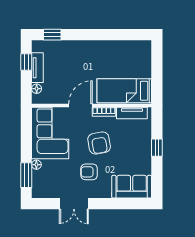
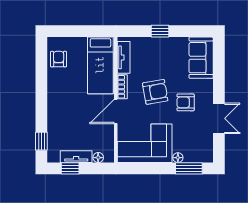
armchair: (130, 51) -> (59, 59), added
door: (80, 105) -> (116, 111), hinge flipped
armchair: (89, 172) -> (186, 102), turned 90

